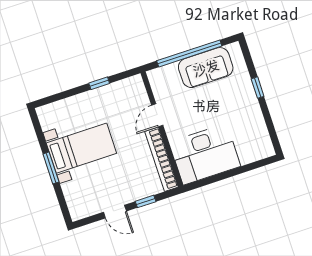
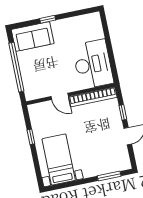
sofa: (206, 68) -> (33, 37), moved, turned 90
bed with nightstands: (81, 148) -> (59, 160), moved
window: (51, 168) -> (109, 176), moved

